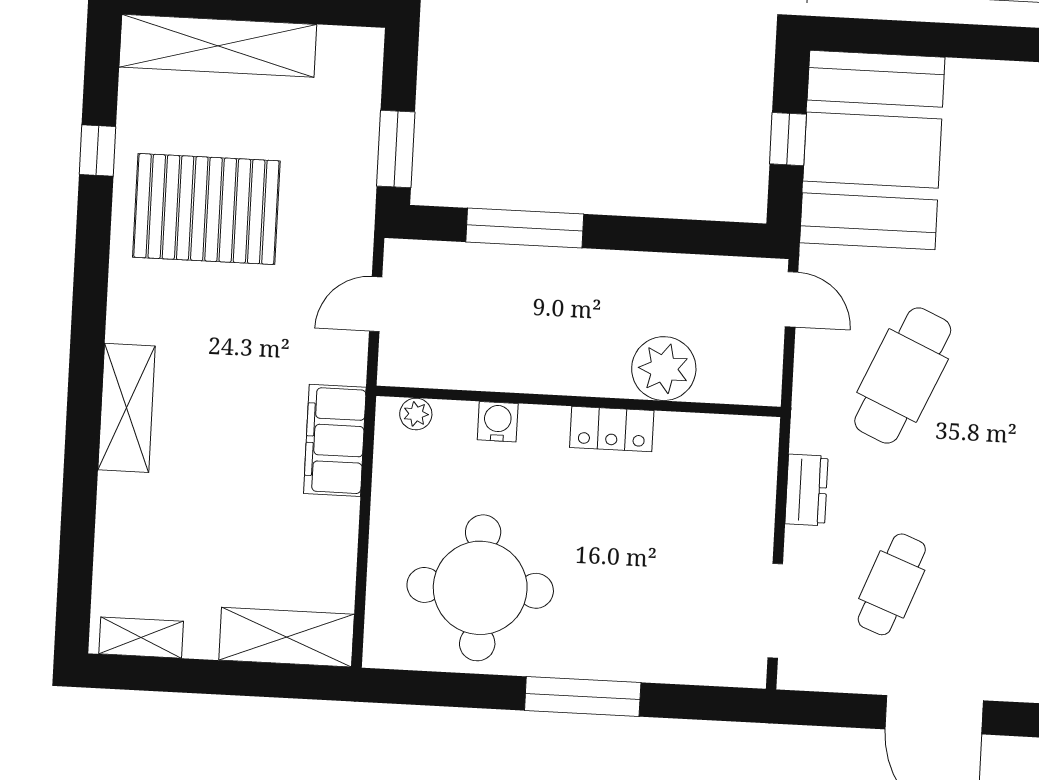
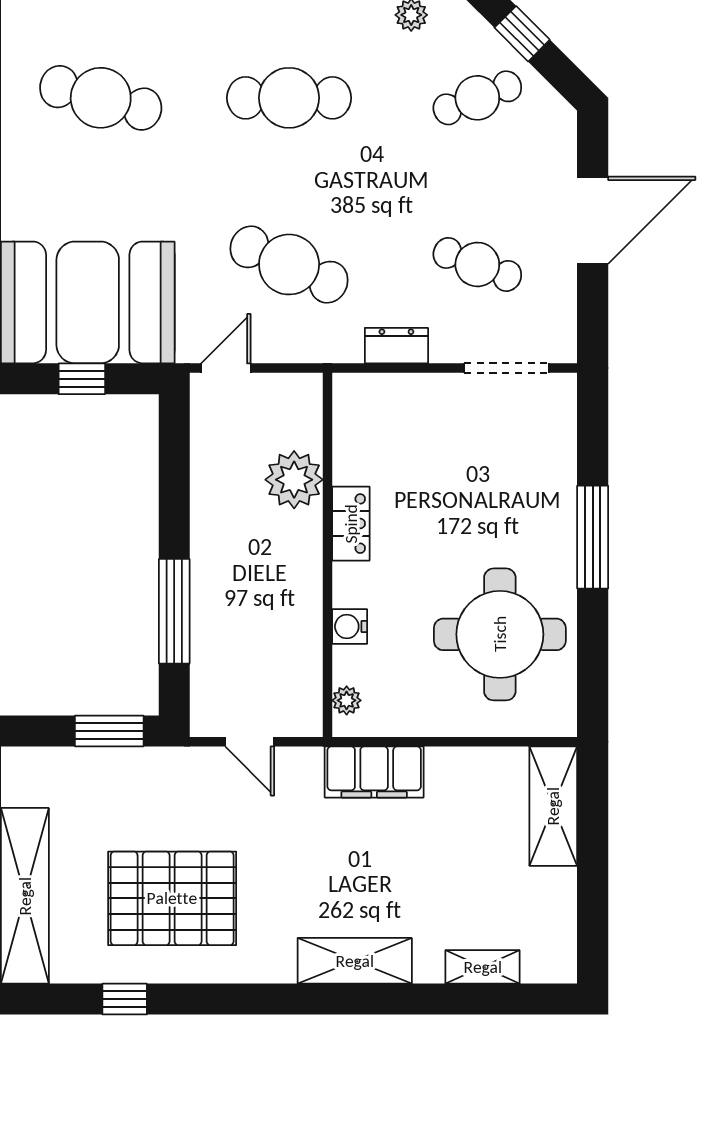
pallet: (206, 209) -> (172, 898), turned 90
shelving: (141, 638) -> (483, 967), moved, turned 90

